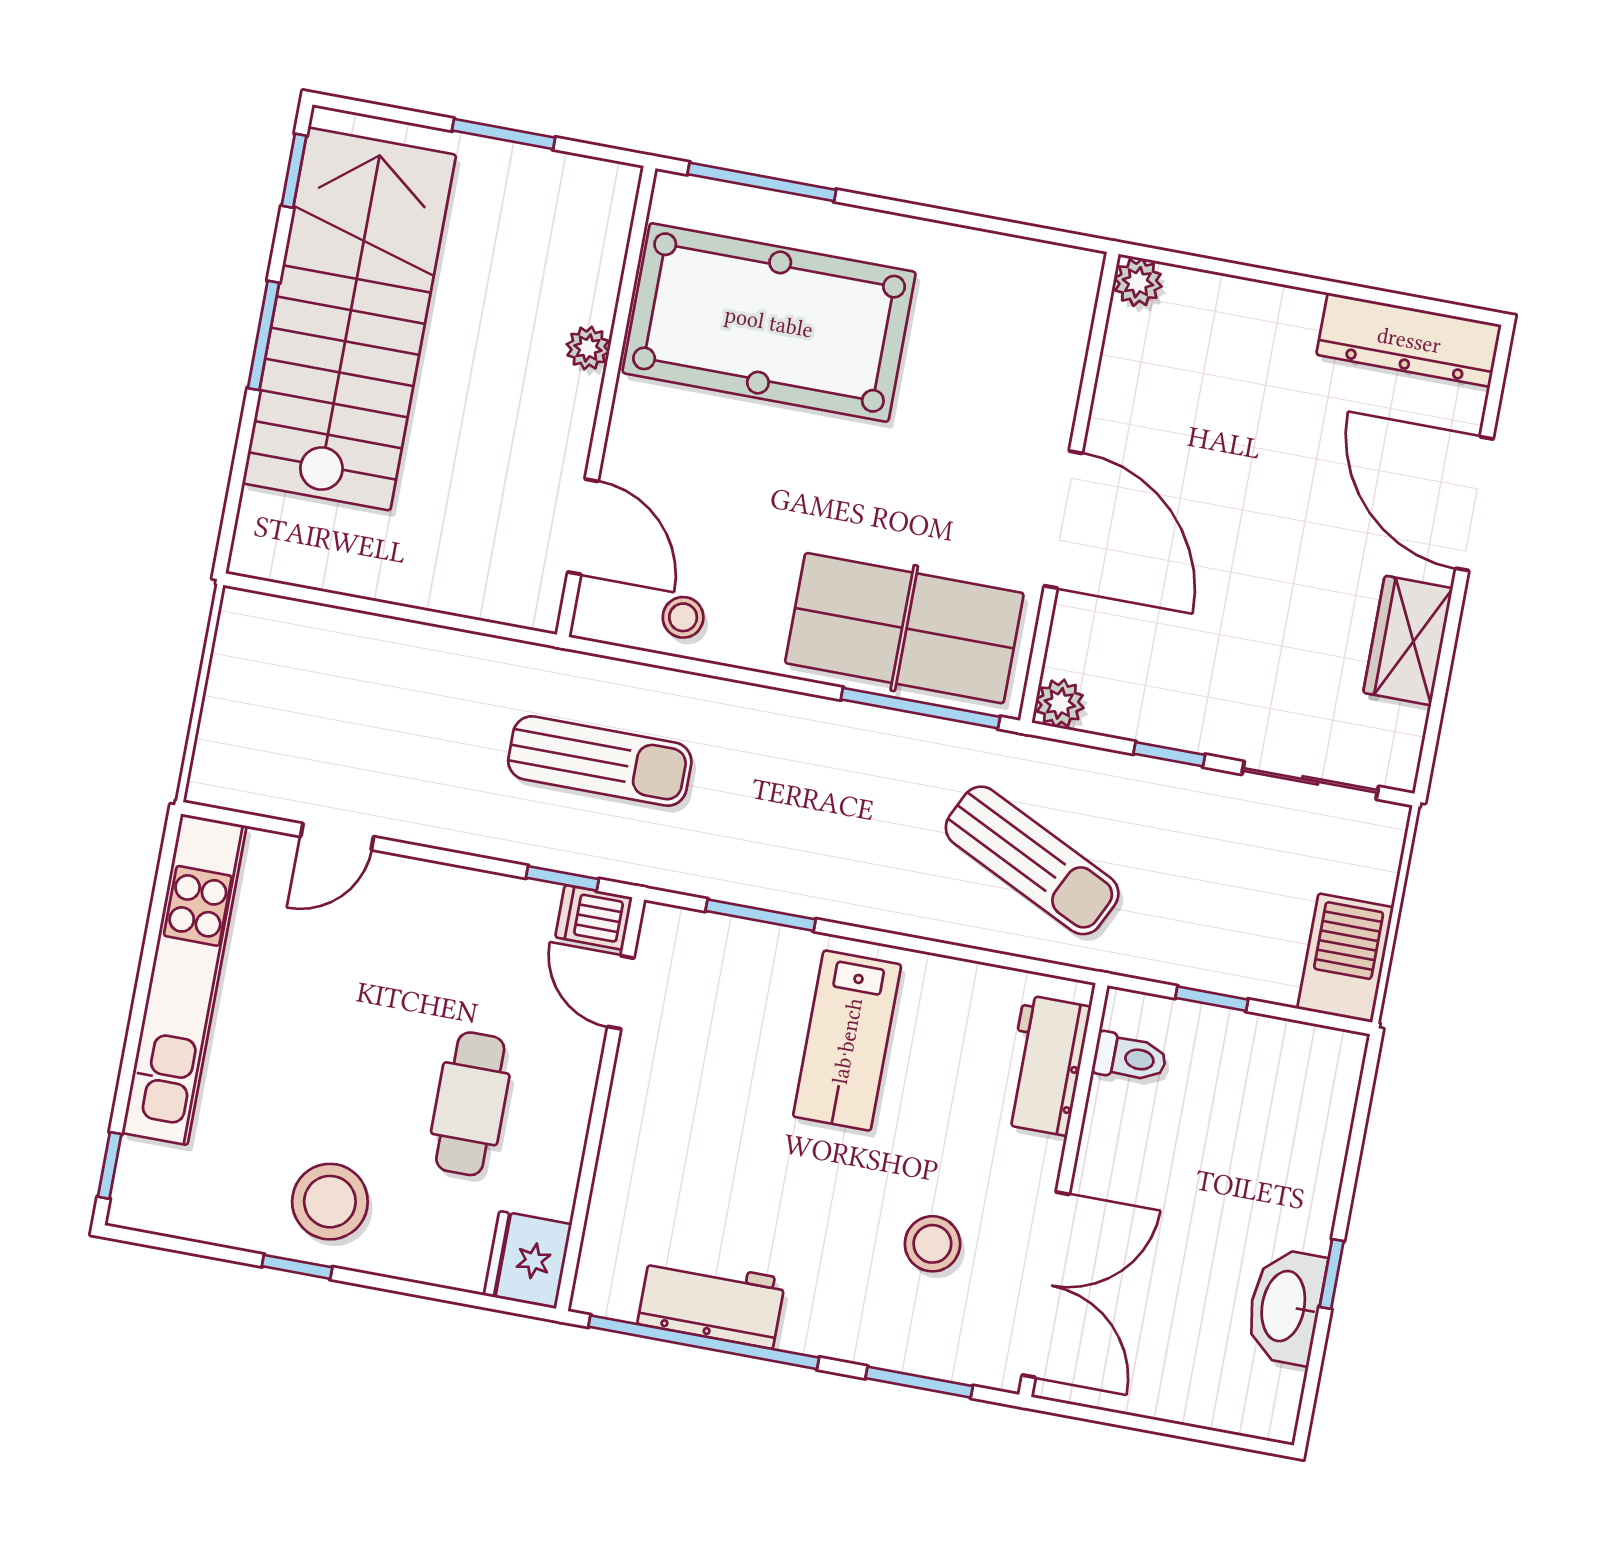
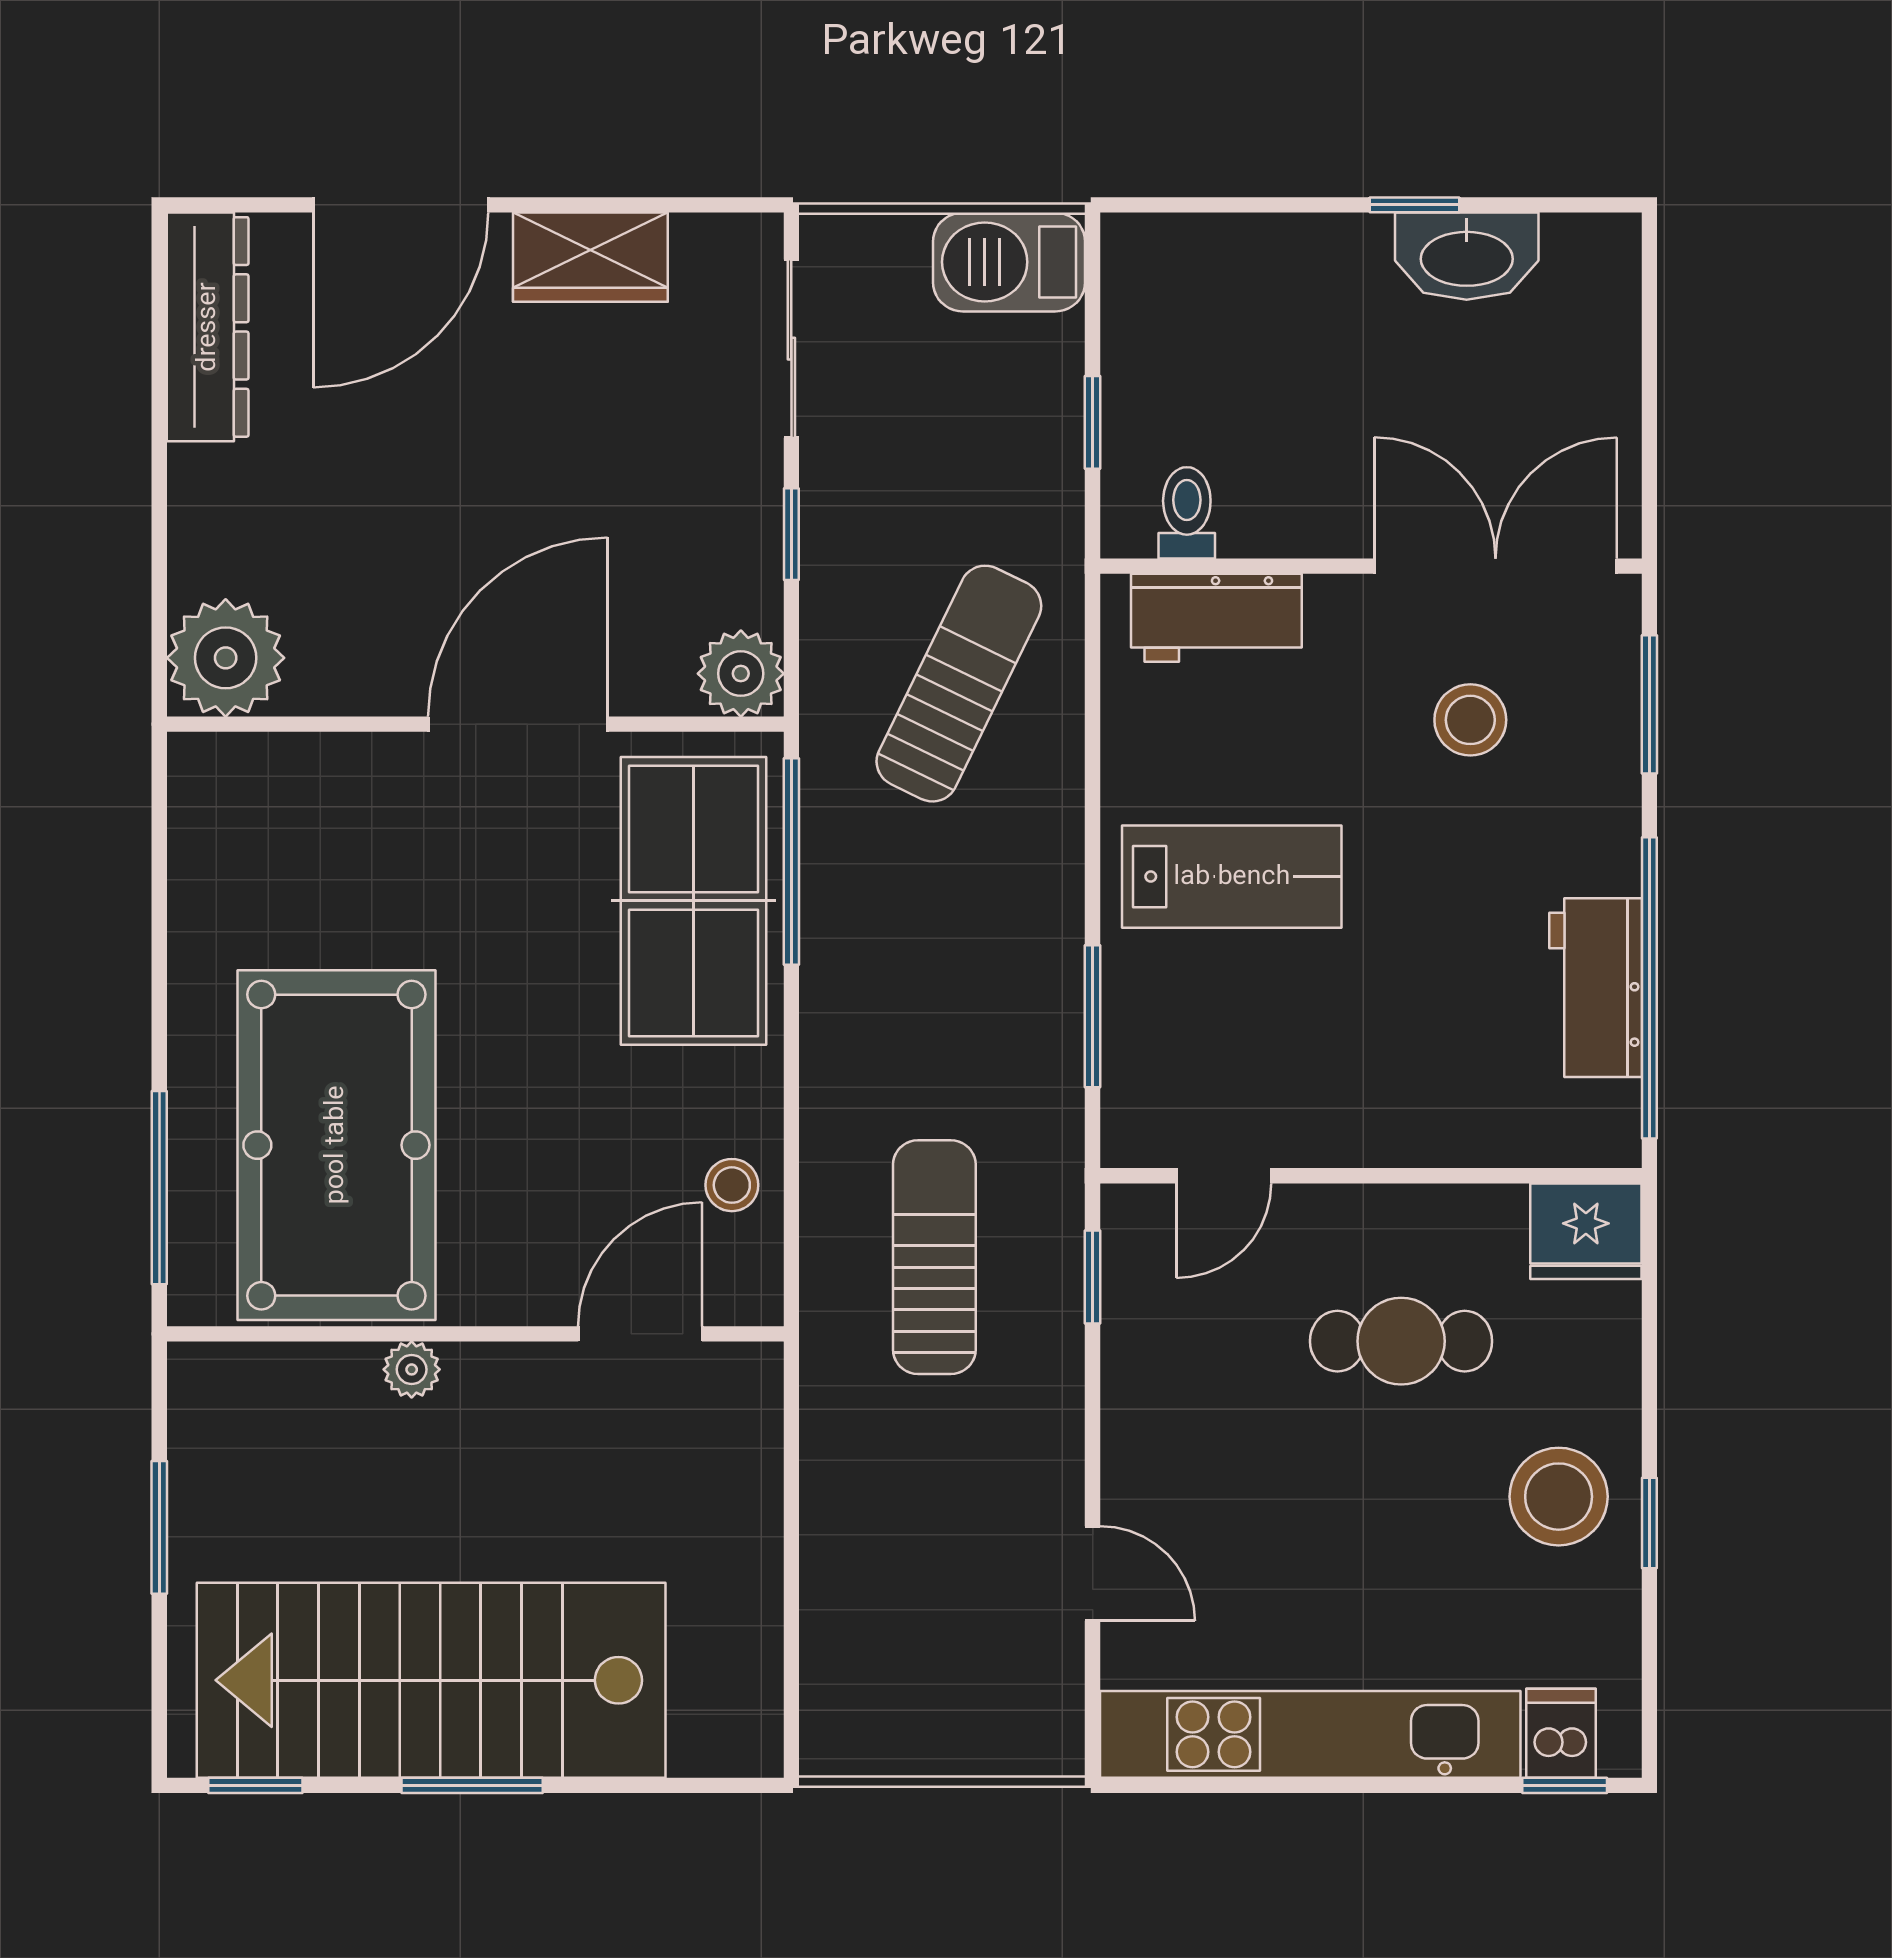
plant: (1138, 282) -> (226, 658), width x1.88, depth x1.88
plant: (1060, 703) -> (741, 674), width x1.38, depth x1.38
dishwasher: (594, 917) -> (1561, 1733), moved, turned 180

